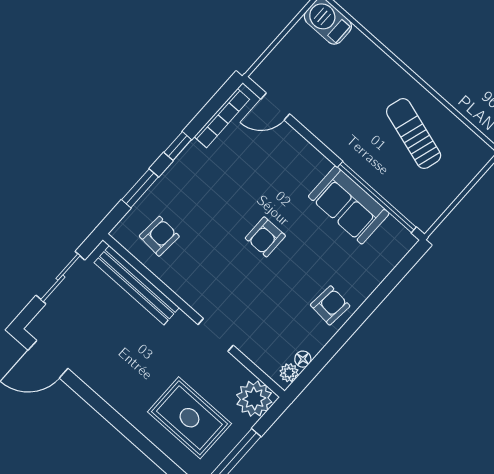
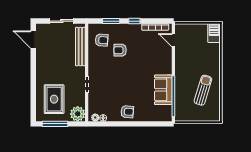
armchair: (265, 237) -> (120, 50), moved

